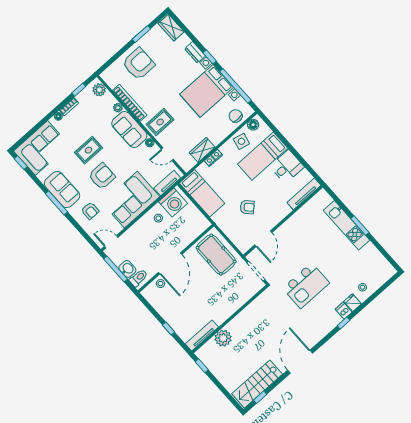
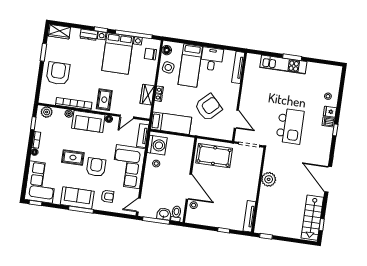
rug: (89, 150) -> (73, 158), turned 90
armchair: (247, 207) -> (208, 107), width x1.88, depth x1.88
plant: (223, 338) -> (269, 179), moved

